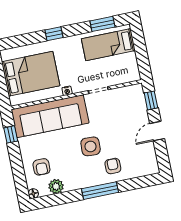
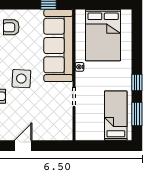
window: (54, 34) -> (137, 83), moved
window: (151, 100) -> (54, 146), removed
door: (157, 131) -> (23, 146), hinge flipped

